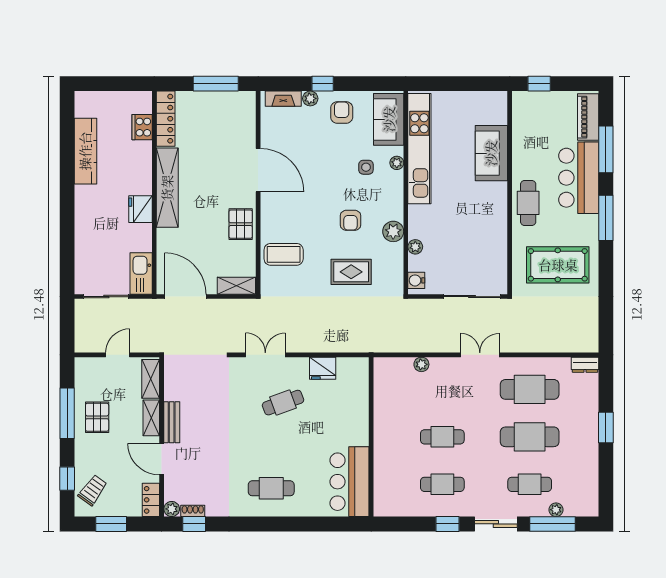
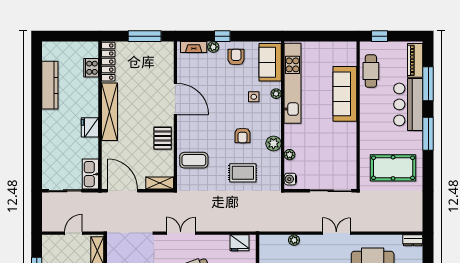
sofa: (491, 153) -> (345, 94), width x1.36
cafe table: (528, 203) -> (371, 71), moved
fridge: (323, 368) -> (240, 243), moved

